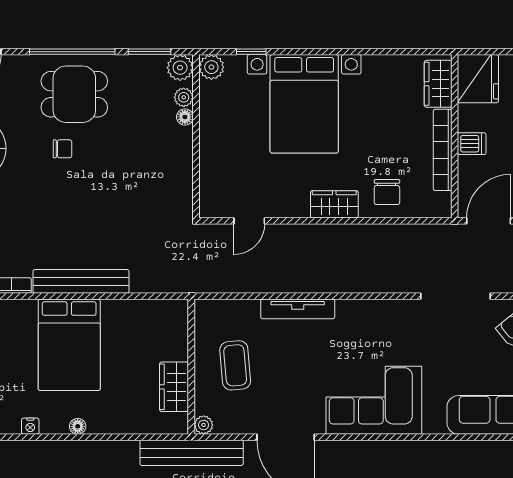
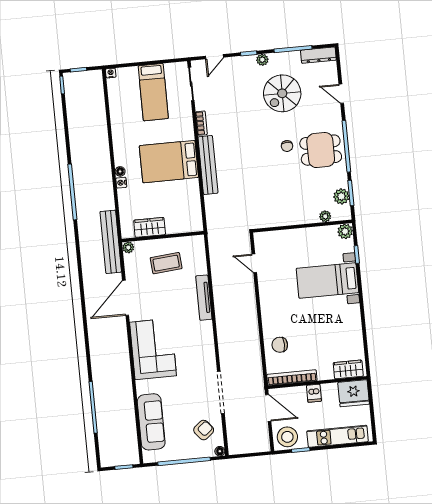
plant: (180, 68) -> (341, 196), moved
dining table: (74, 94) -> (321, 150), turned 90
bed with nightstands: (304, 104) -> (327, 281), width x0.73
floor lamp: (185, 117) -> (313, 218), removed
bookcase: (443, 150) -> (292, 378), moved
wardrobe: (334, 204) -> (269, 314), removed
nightstand: (30, 426) -> (121, 183), moved

